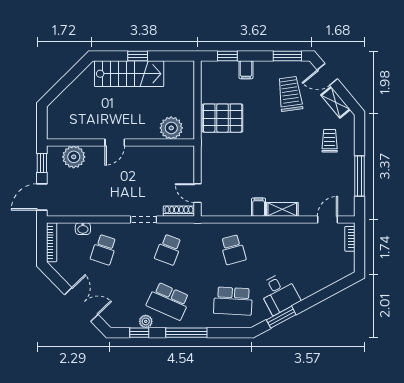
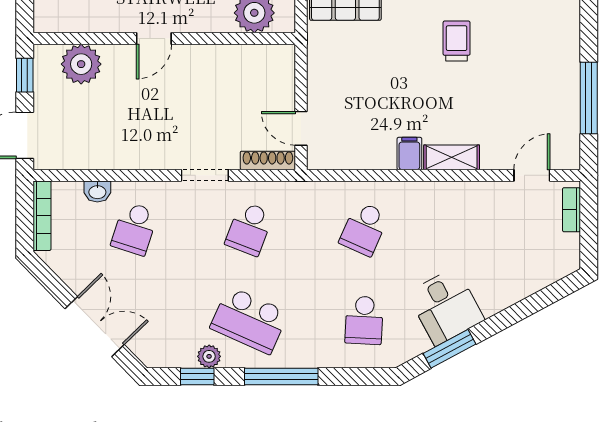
trolley: (330, 141) -> (457, 41), moved
school desk: (233, 250) -> (364, 229), turned 39
school desk: (233, 301) -> (364, 320), width x0.54

